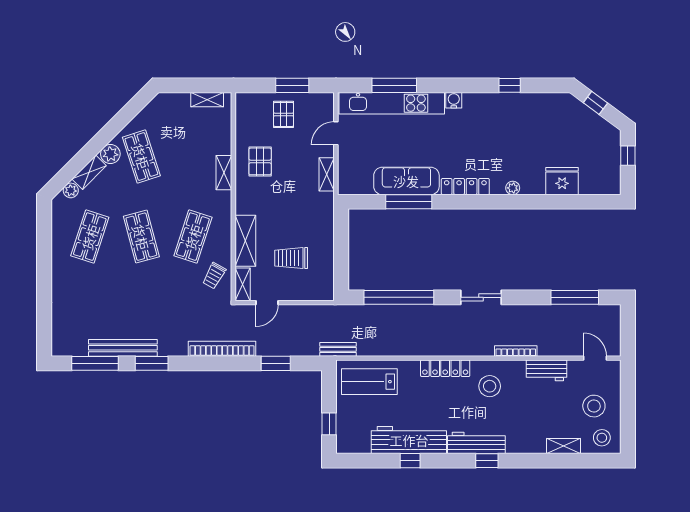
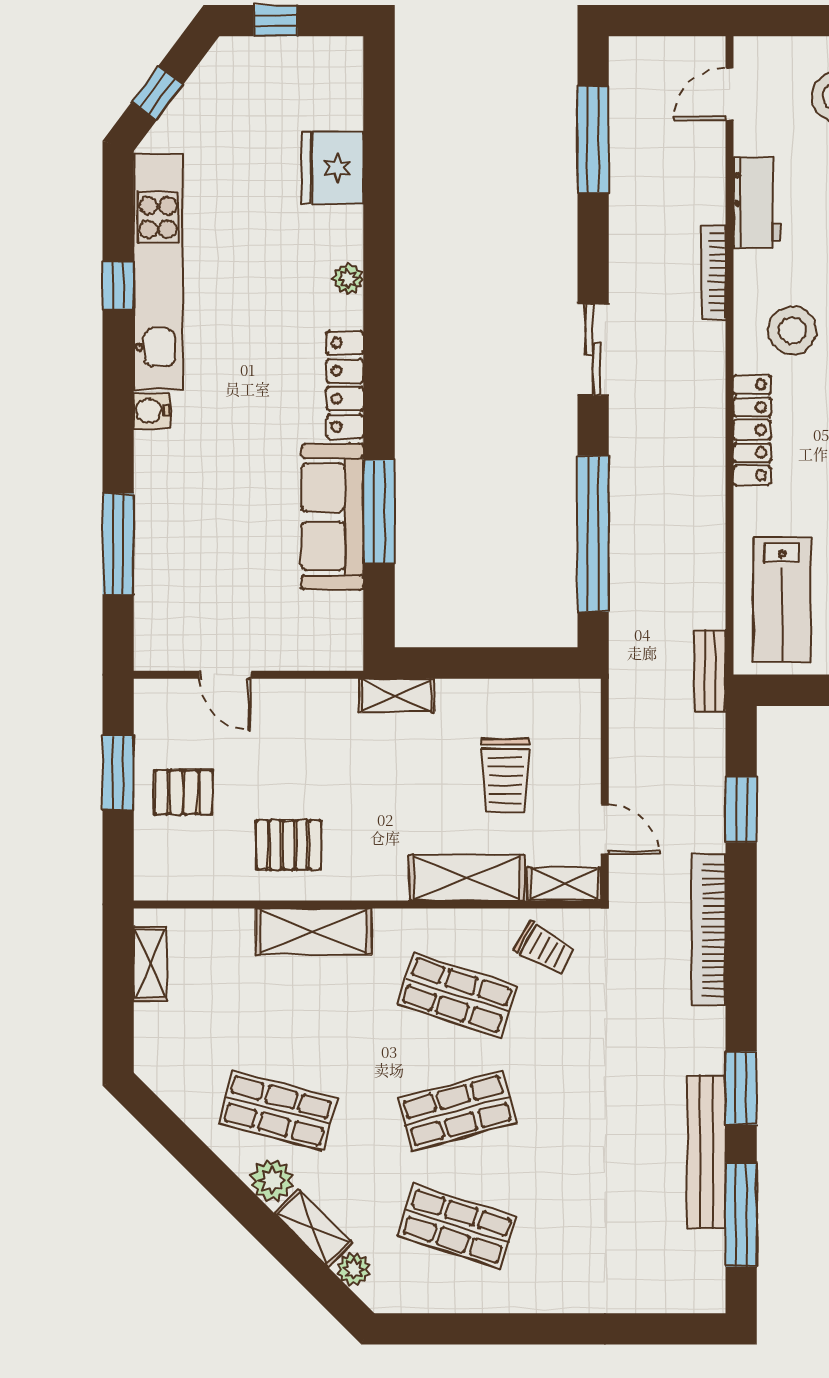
kitchen unit: (392, 103) -> (158, 272), moved
shop shelf: (141, 156) -> (278, 1111), turned 33
shelving: (224, 173) -> (314, 932), width x1.50, depth x1.33
shelving: (327, 174) -> (397, 696), moved

